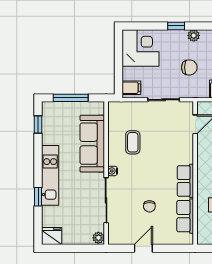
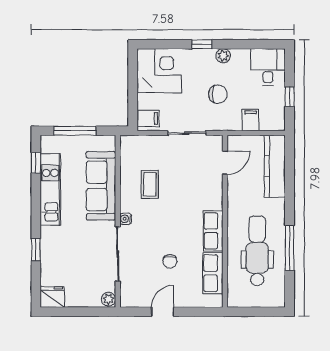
kitchen unit: (50, 175) -> (50, 189), moved

